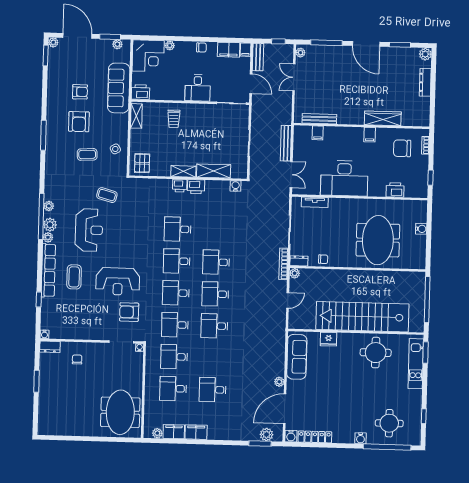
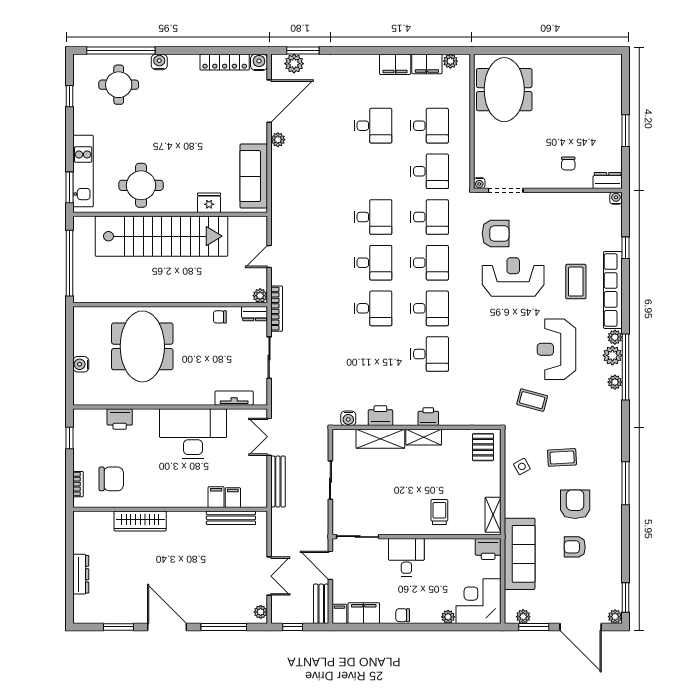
plant: (425, 54) -> (82, 615), removed
filing cabinet: (370, 135) -> (216, 497), moved
printer: (196, 187) -> (380, 416), moved

